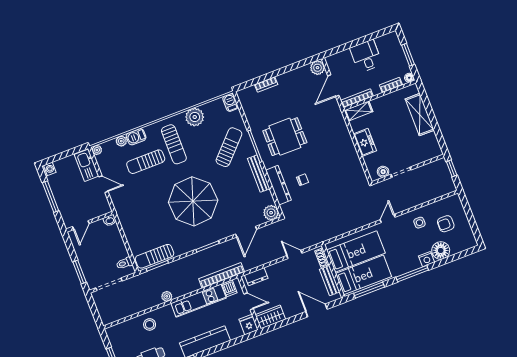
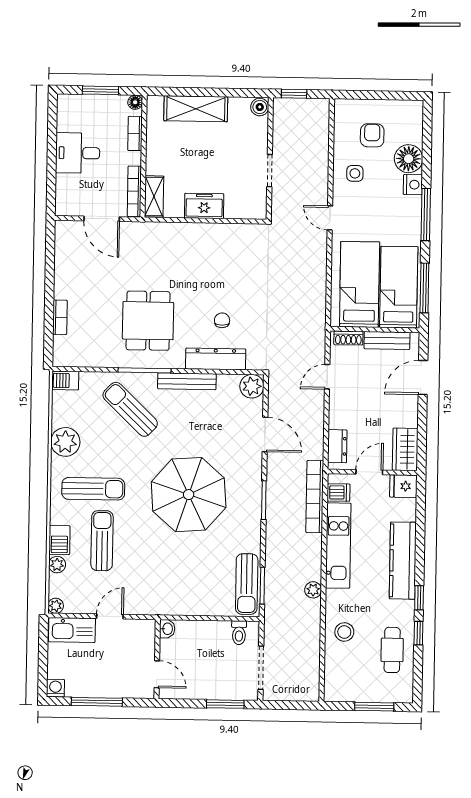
plant: (317, 68) -> (66, 231), removed
sun lounger: (146, 162) -> (102, 541), turned 180
boiler: (383, 172) -> (260, 107), moved
armchair: (446, 224) -> (372, 135), turned 180

